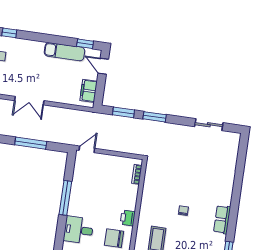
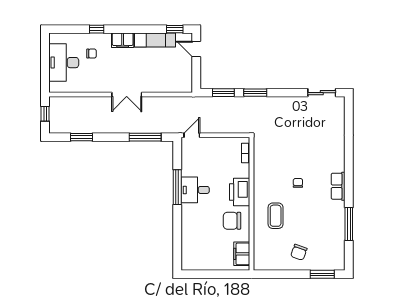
filing cabinet: (89, 91) -> (123, 40), moved, turned -90
sliding door: (209, 125) -> (322, 93), moved
window: (31, 143) -> (145, 137), moved
printer: (128, 218) -> (240, 192), width x1.87, depth x1.48
desk: (78, 230) -> (195, 190), moved

